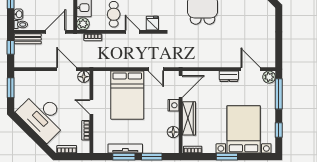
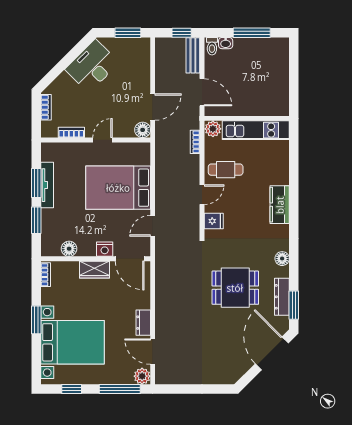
door: (251, 69) -> (153, 352), swing flipped
desk: (43, 116) -> (92, 66), width x0.73, depth x0.77
wardrobe: (189, 118) -> (95, 270), width x0.67

